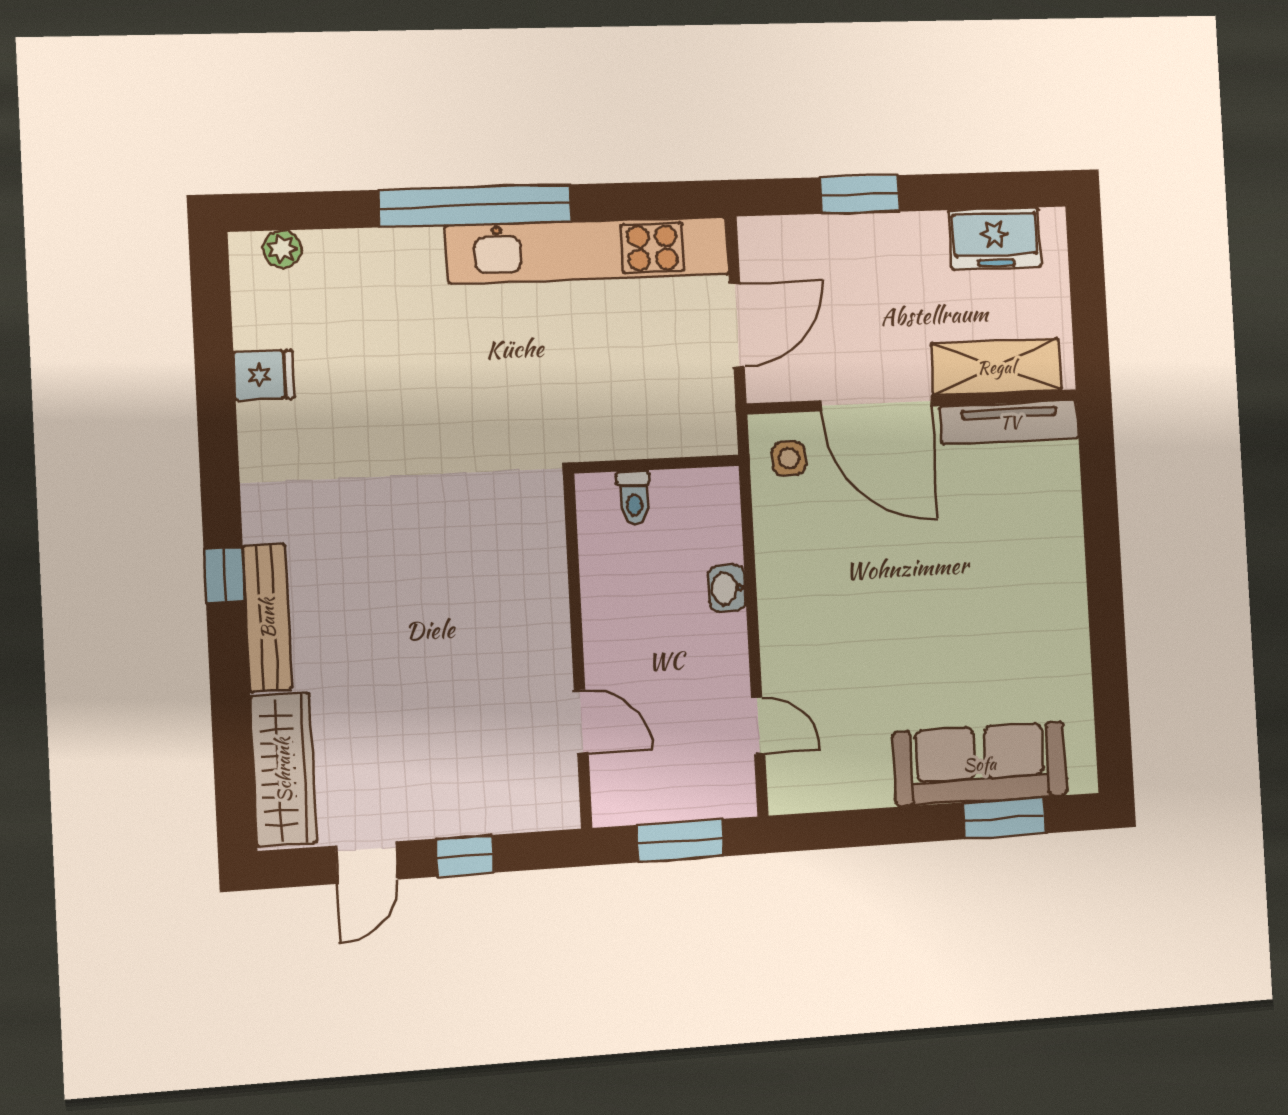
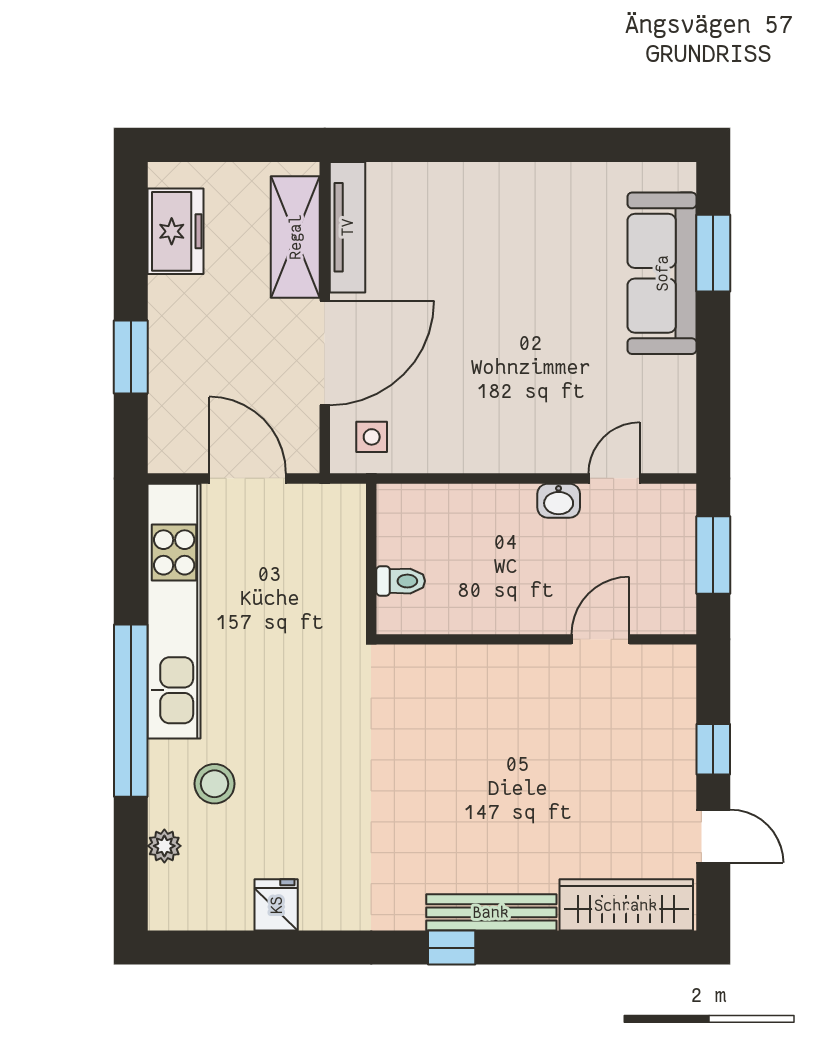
plant: (282, 249) -> (164, 846), moved
stool: (398, 301) -> (215, 784), added
washbasin: (727, 588) -> (559, 501), moved

